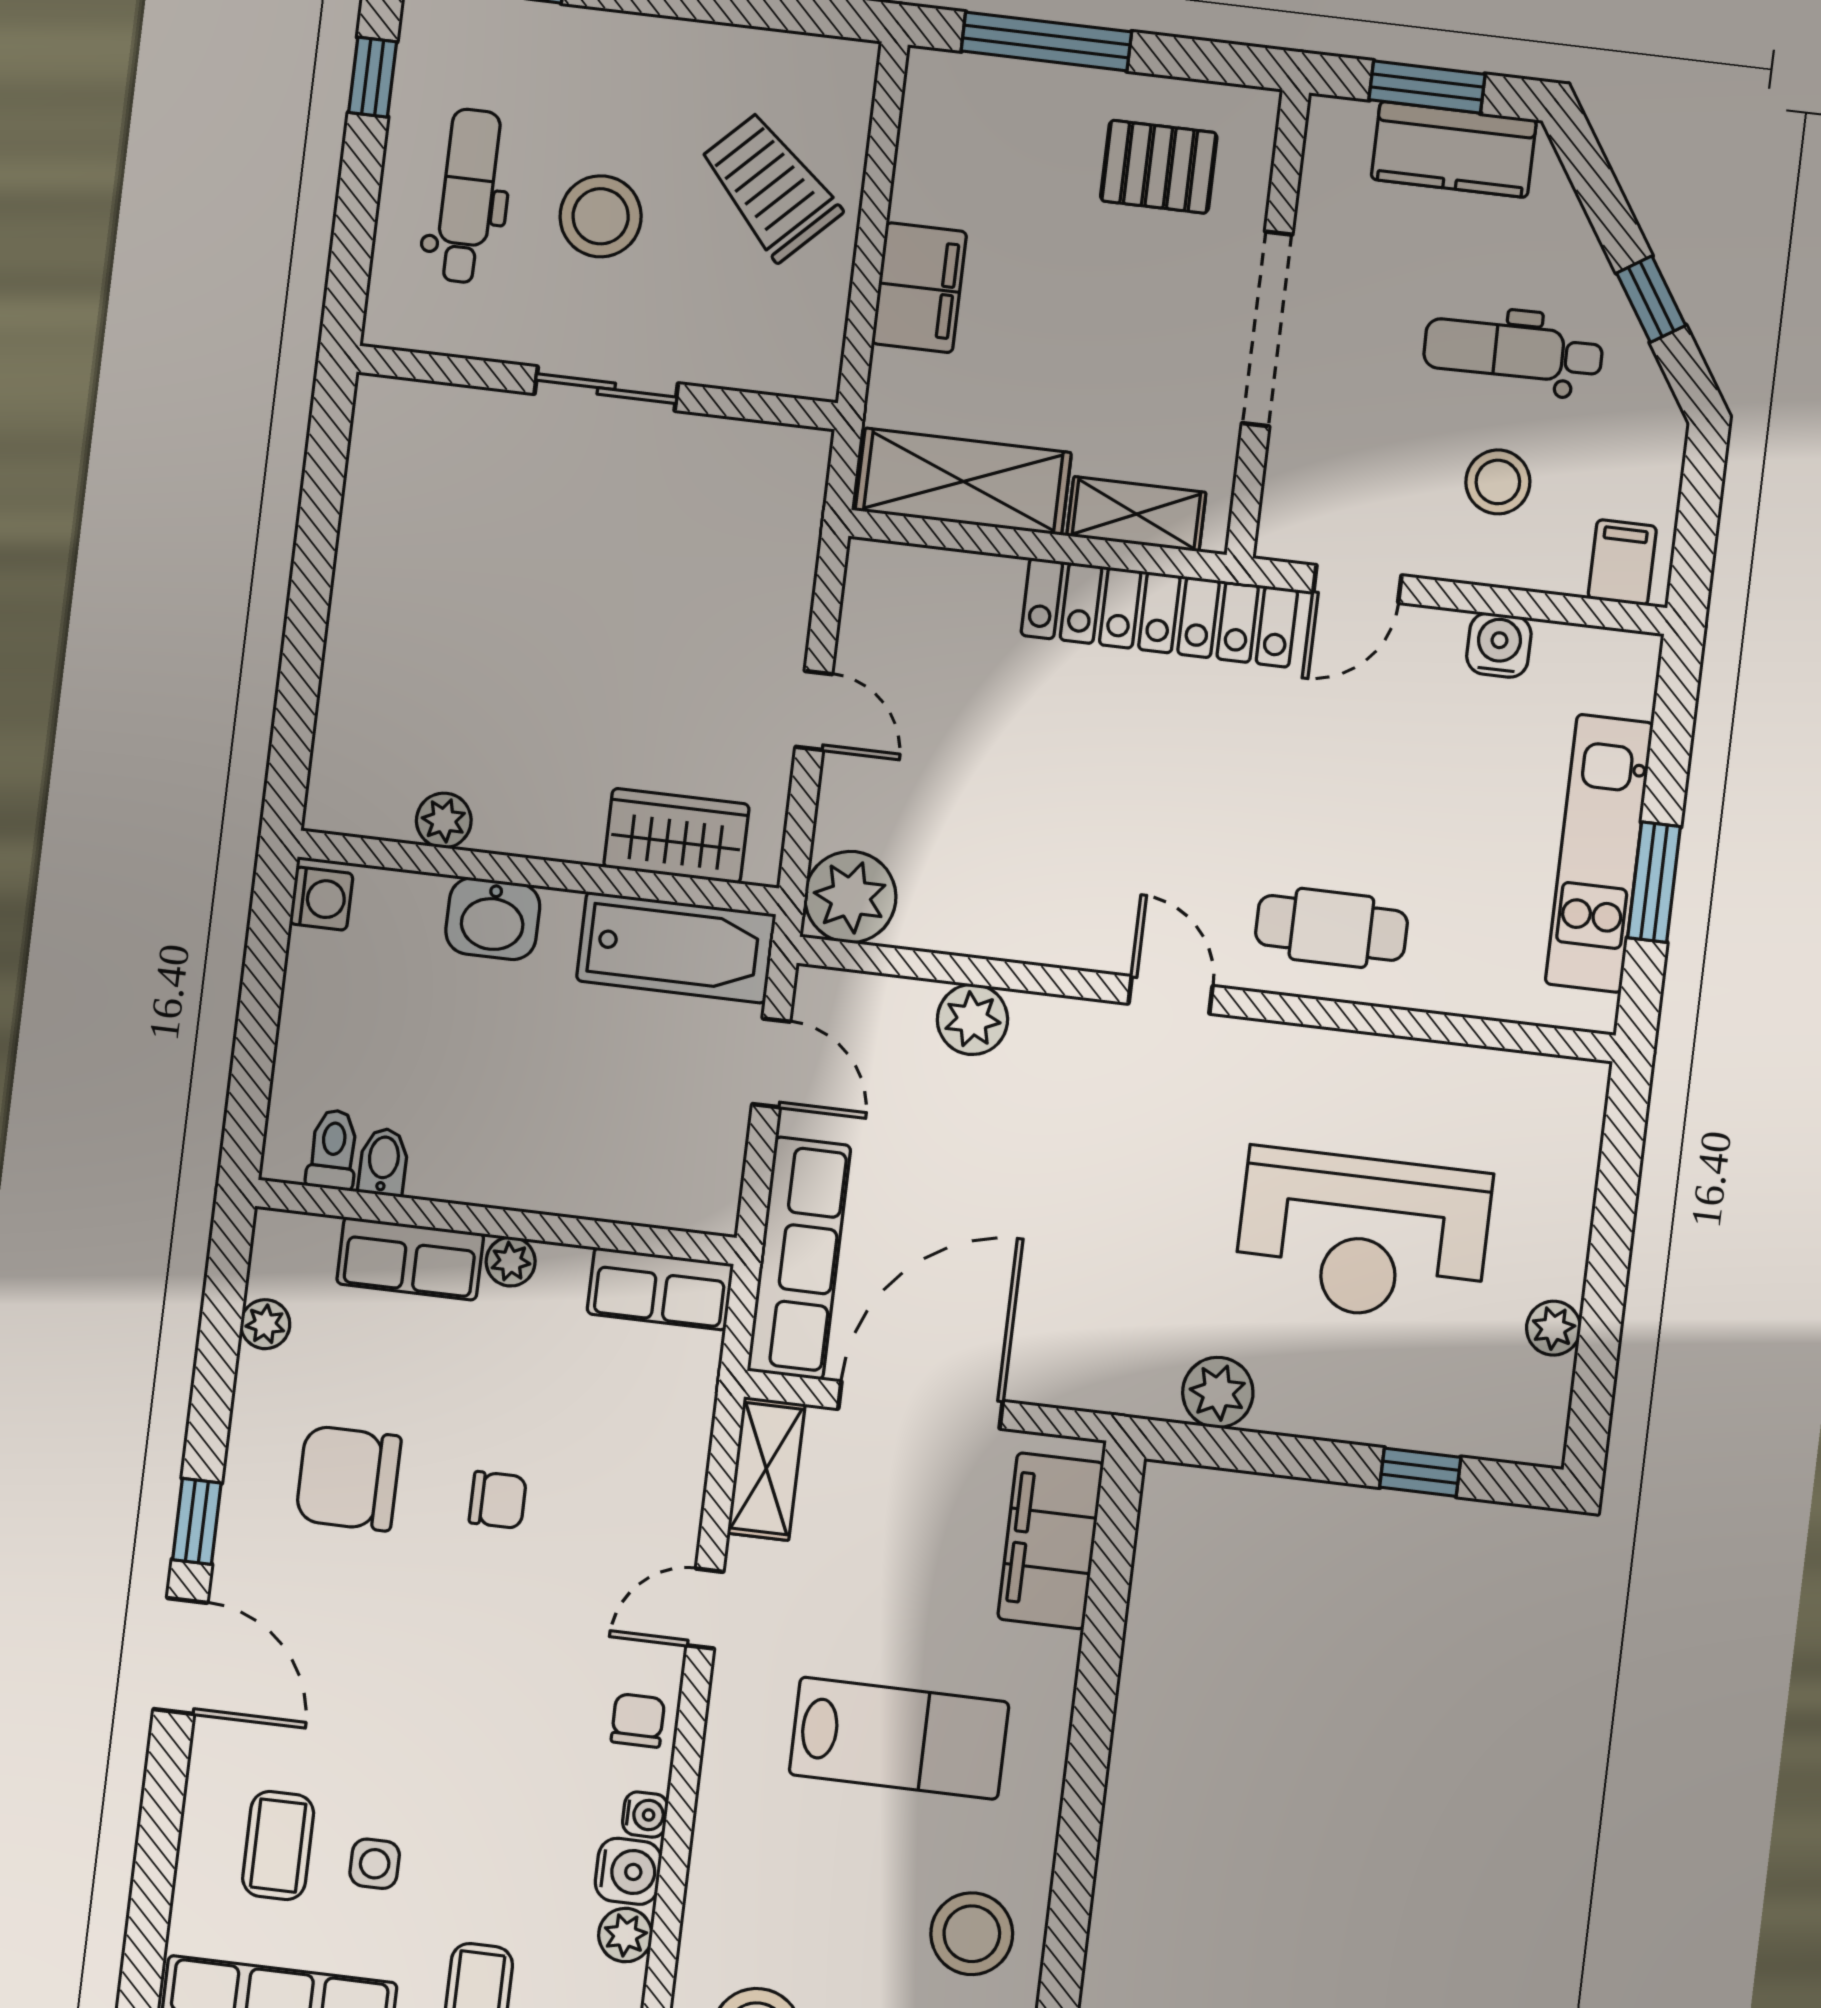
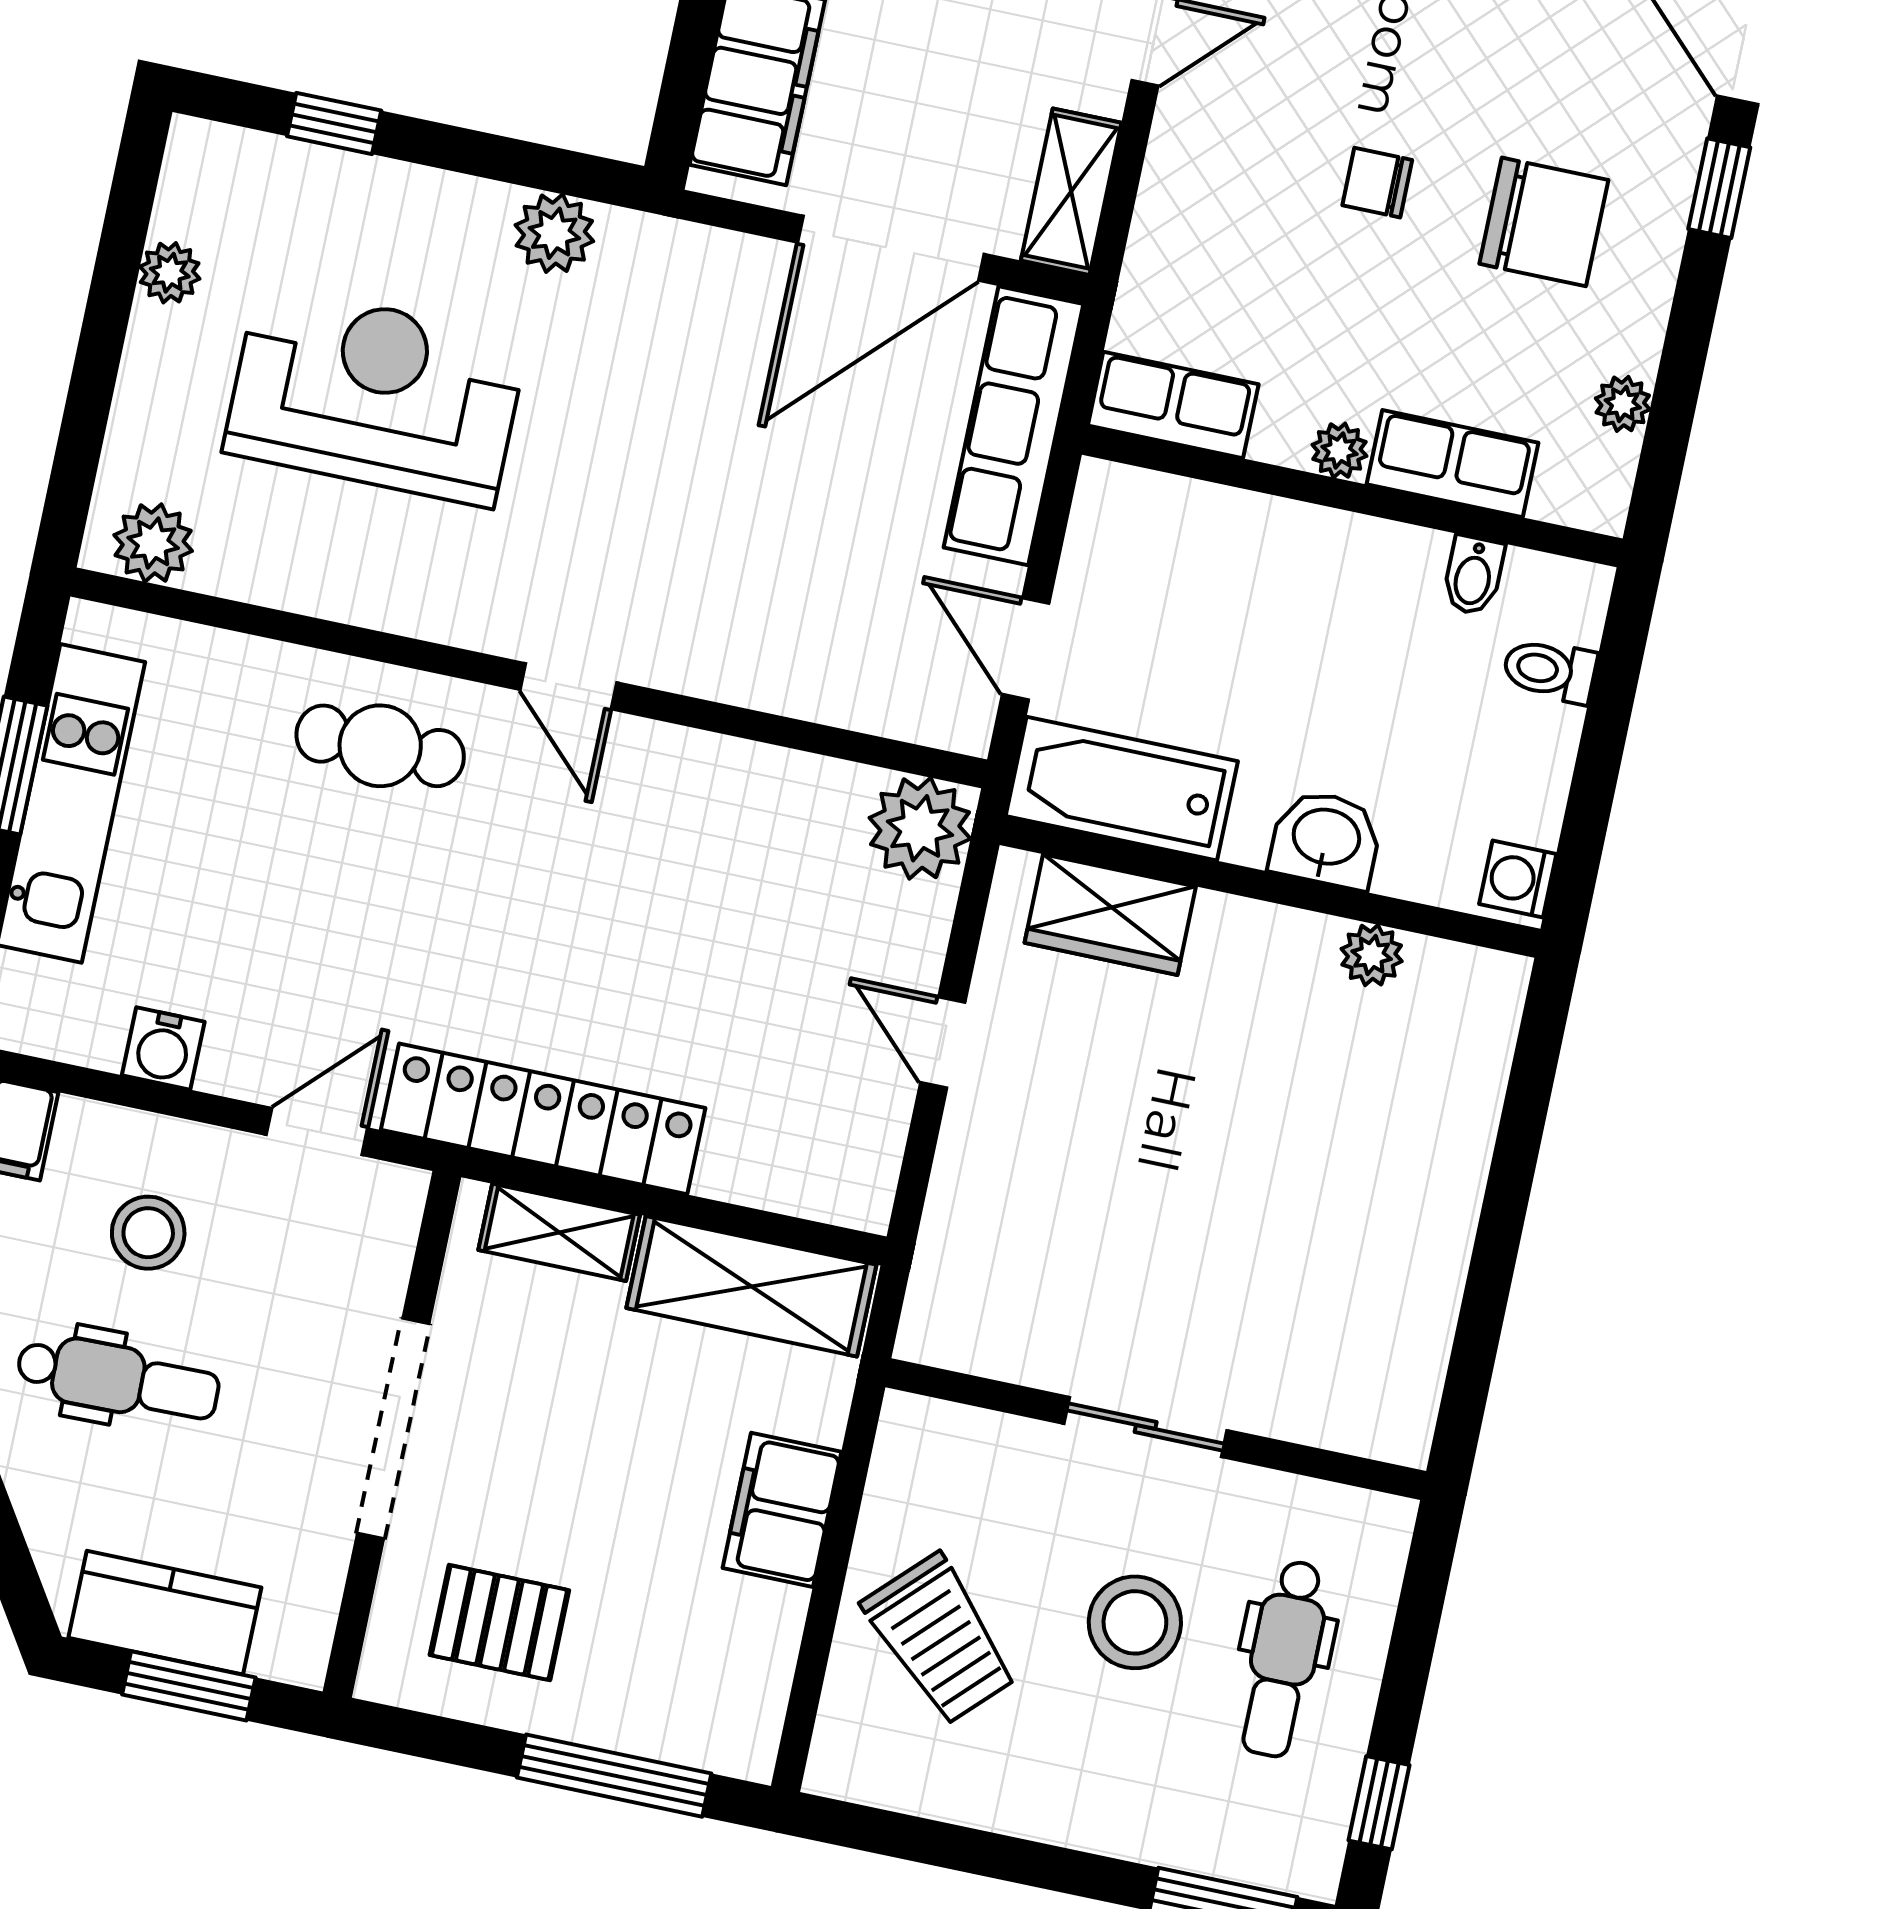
plant: (972, 1019) -> (153, 543), moved
toilet: (333, 1150) -> (1550, 670), moved, turned 90

